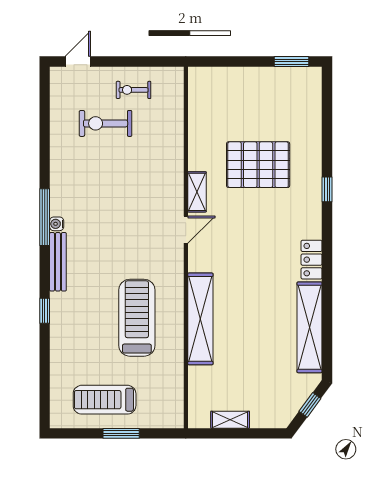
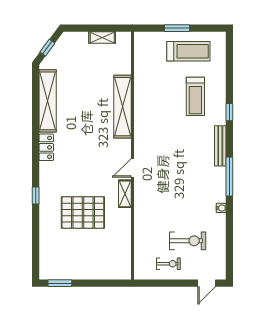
water cooler: (57, 224) -> (221, 208), moved
treadmill: (137, 318) -> (195, 96), moved, width x0.73, depth x0.73

